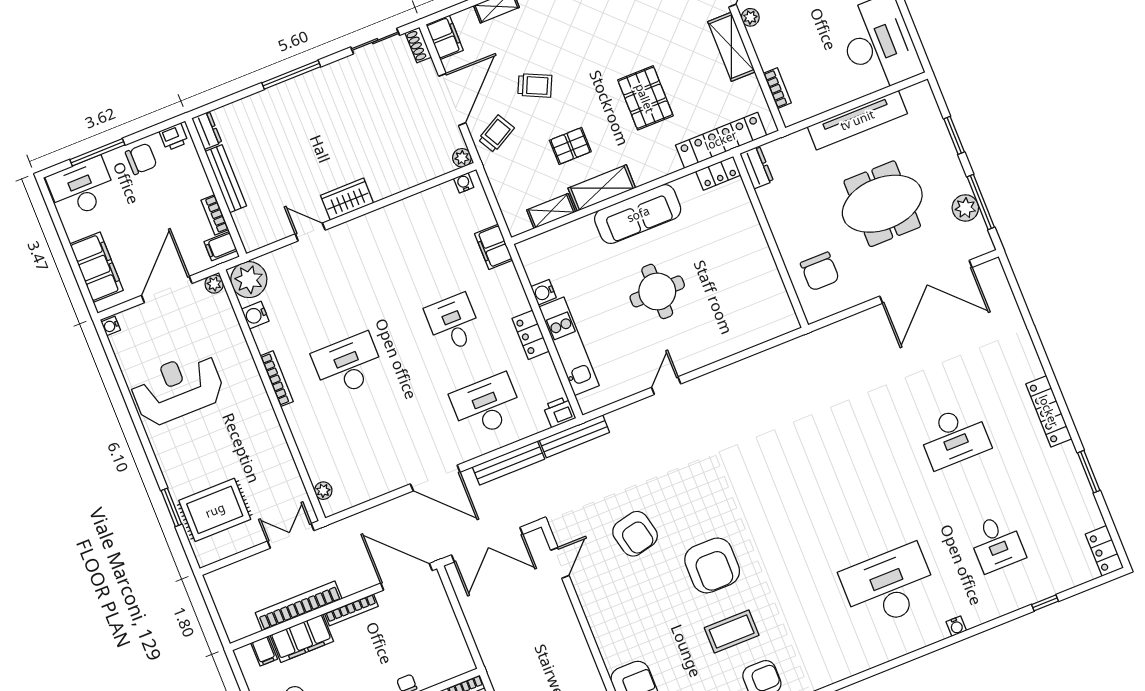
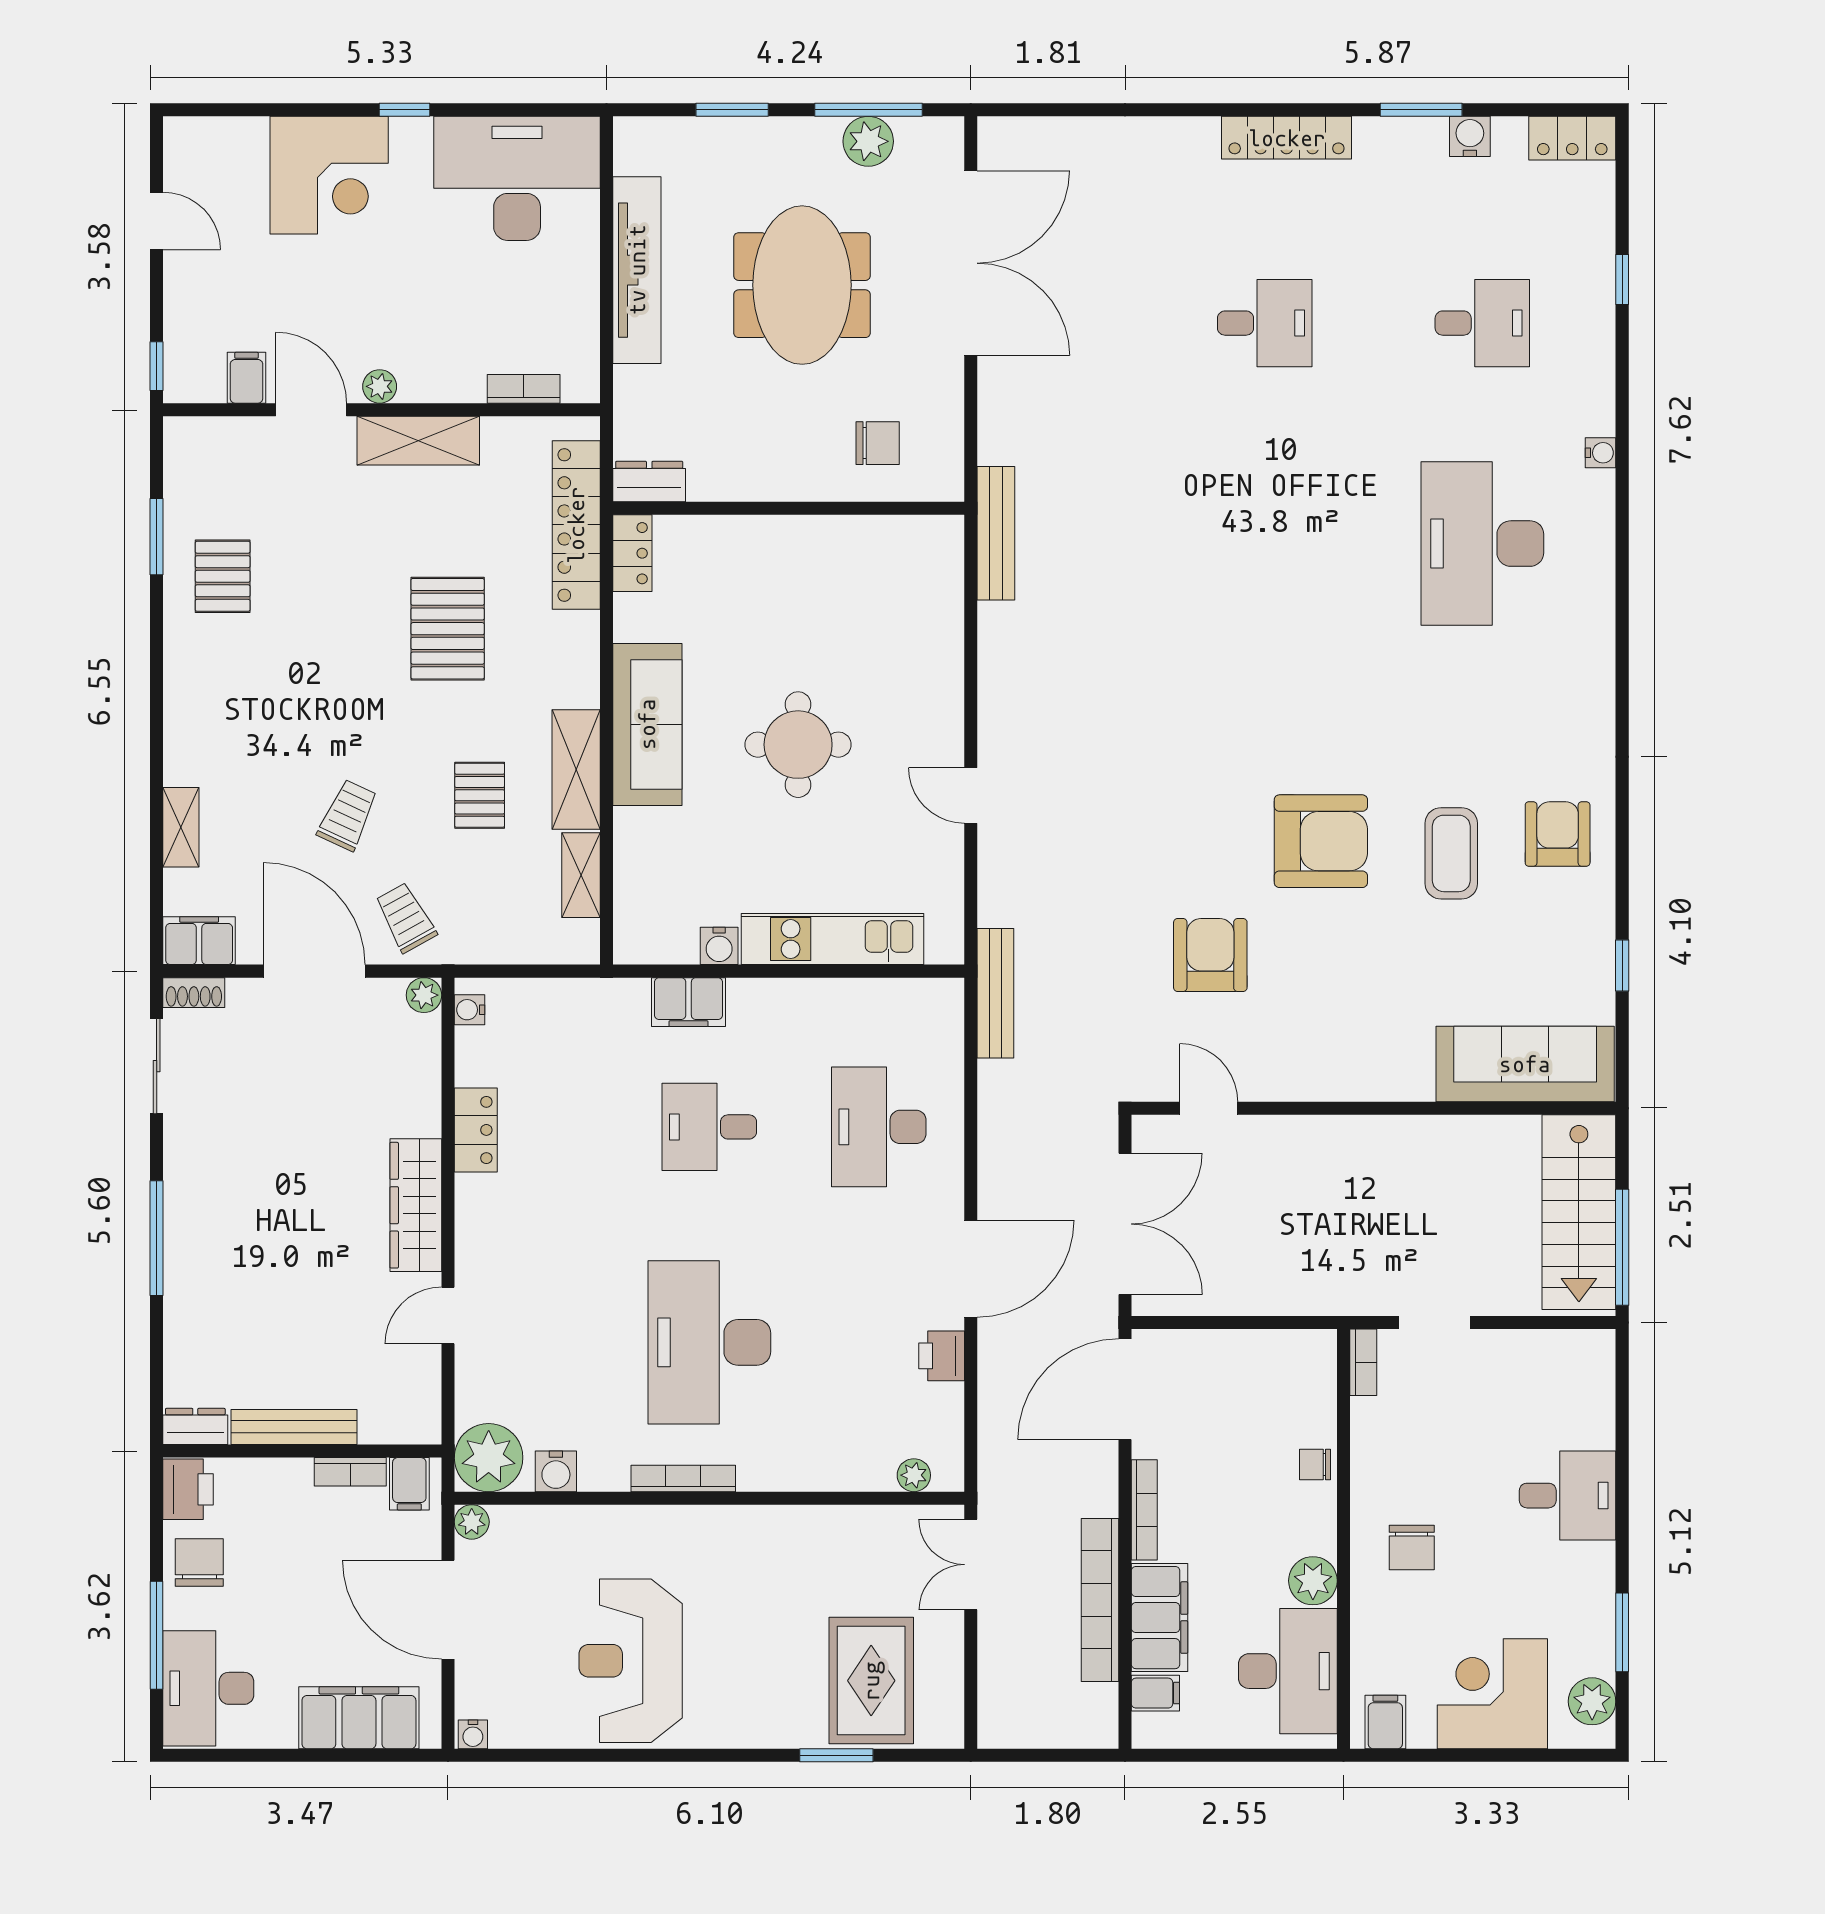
pallet: (645, 98) -> (448, 629), turned 90
printer: (174, 137) -> (188, 1489), width x1.36, depth x1.24
wardrobe: (347, 199) -> (416, 1205), width x1.50
filing cabinet: (494, 247) -> (689, 1002), moved
chair: (820, 271) -> (878, 443), width x0.73, depth x0.73
locker: (531, 335) -> (476, 1130), moved, turned -90
desk: (348, 365) -> (709, 1342), width x1.36, depth x1.30
printer: (559, 412) -> (942, 1356), moved
desk: (954, 437) -> (1265, 323), width x0.73
bench: (509, 463) -> (996, 533), moved
water cooler: (1085, 501) -> (1470, 136), added
armchair: (635, 534) -> (1210, 955), turned -77

